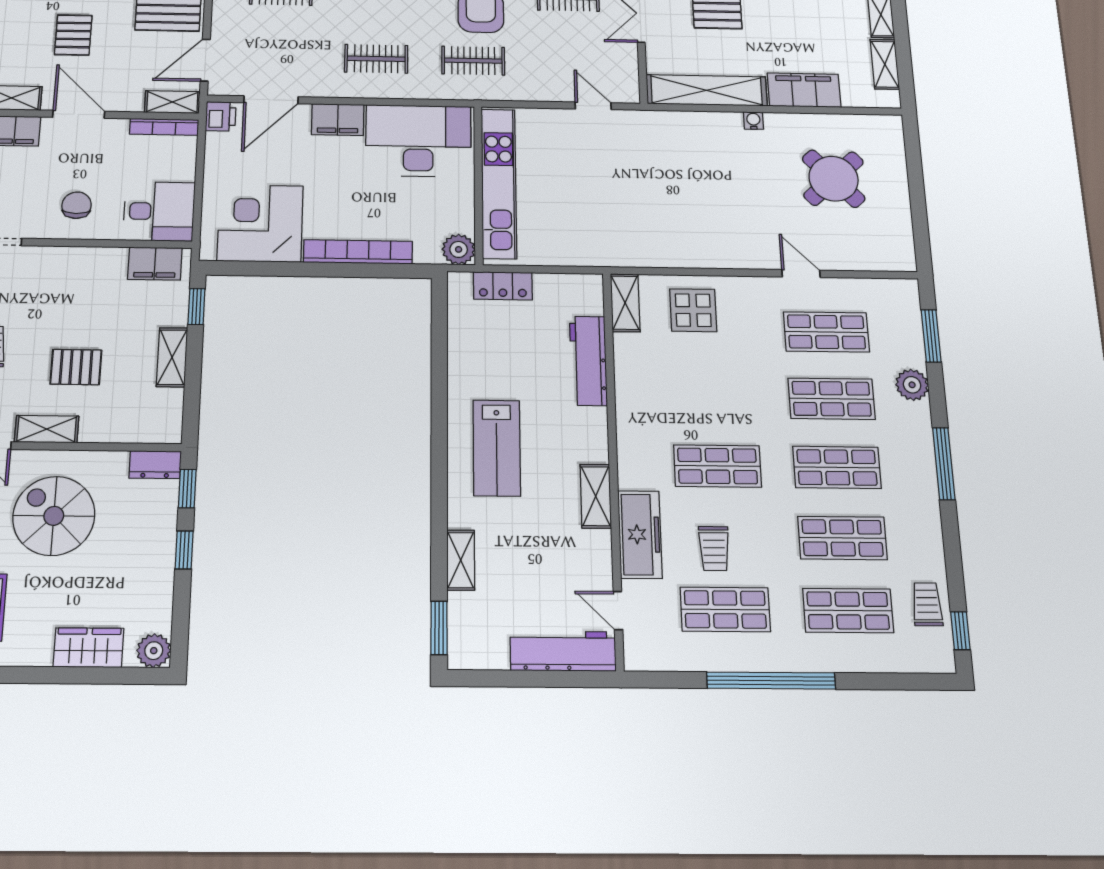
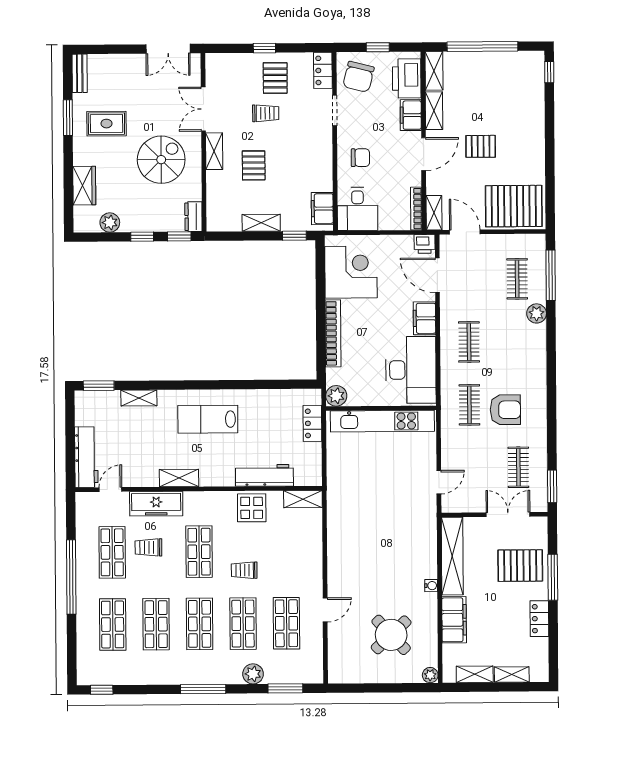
plant: (891, 125) -> (430, 675), added
display table: (693, 310) -> (252, 508), moved
trolley: (927, 604) -> (244, 570), moved, turned 180
plant: (154, 651) -> (110, 223), moved

